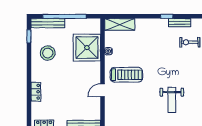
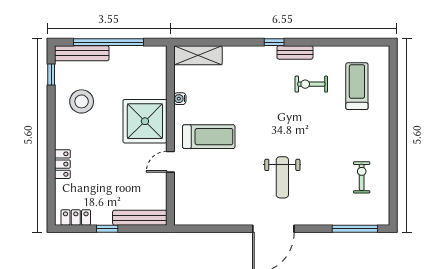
shower: (87, 48) -> (145, 121), moved

